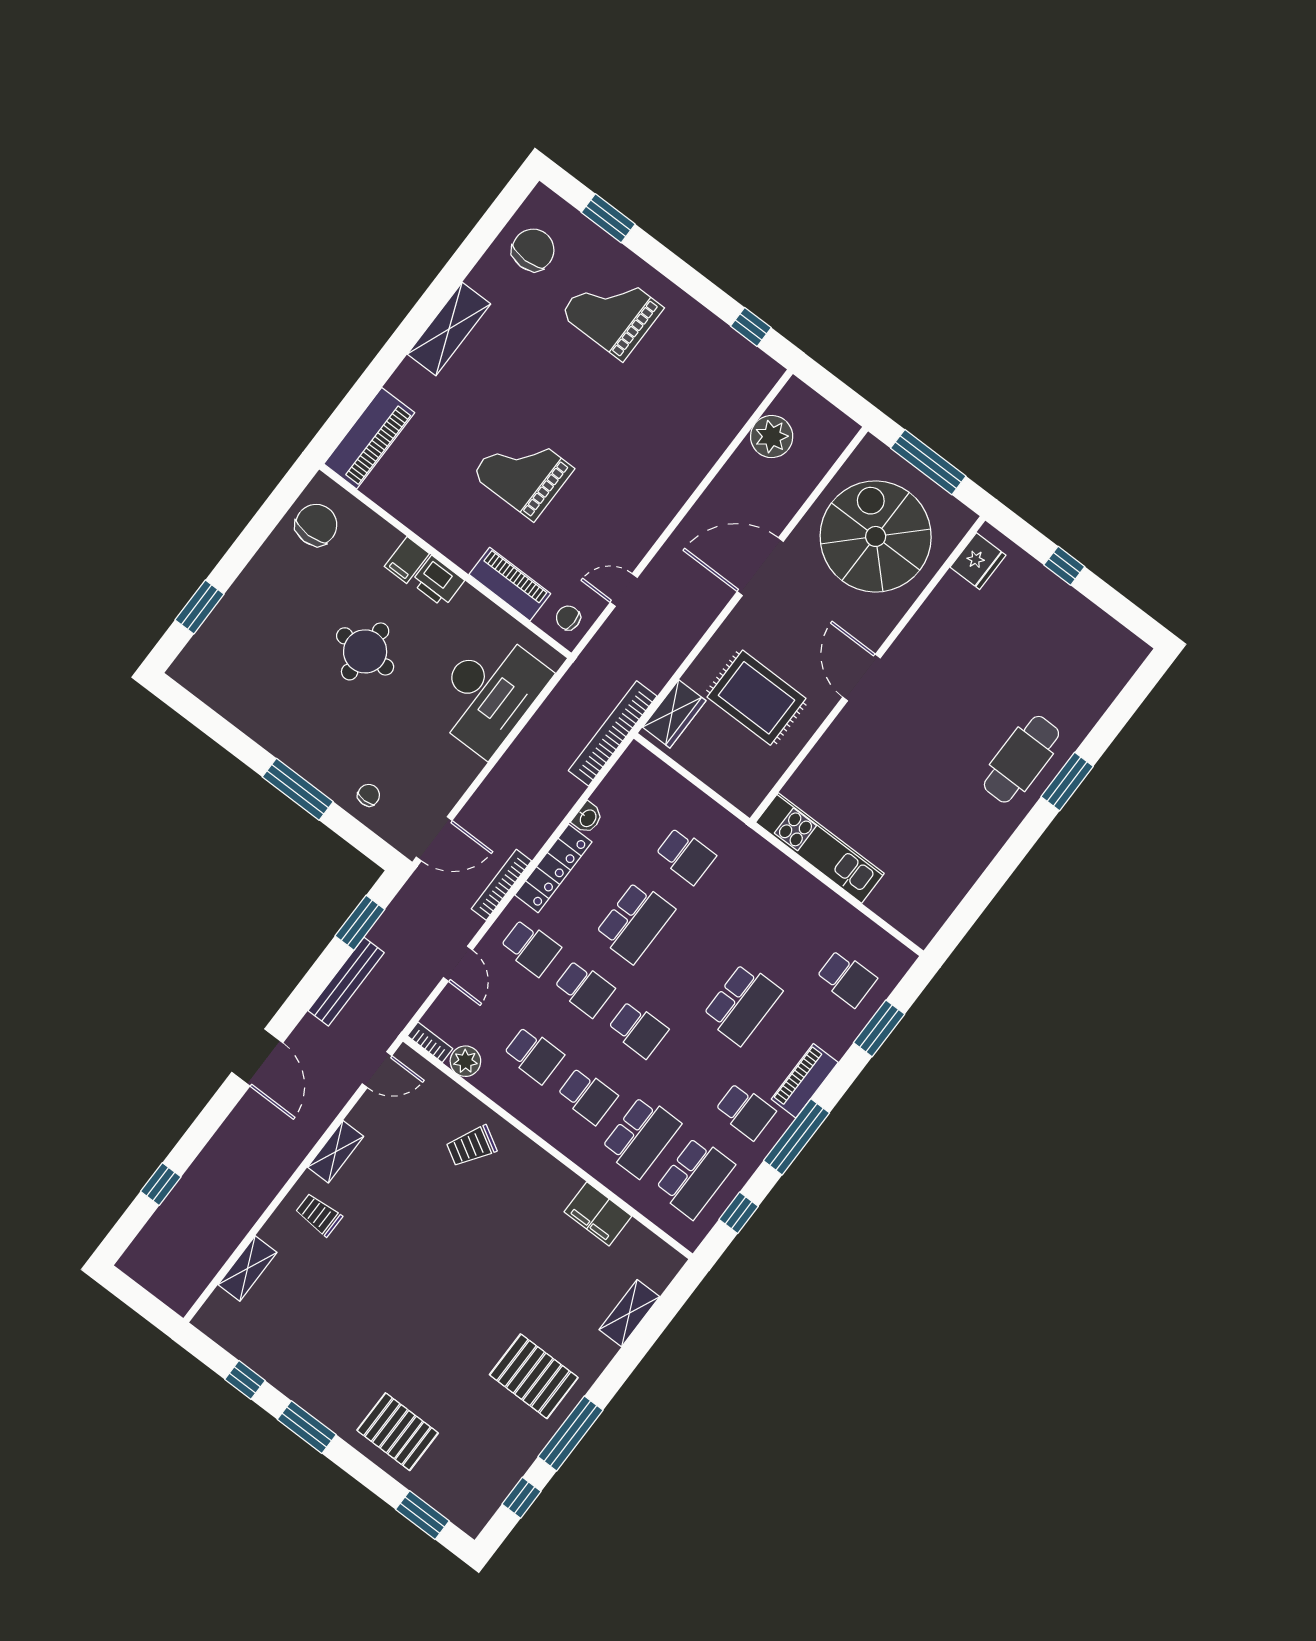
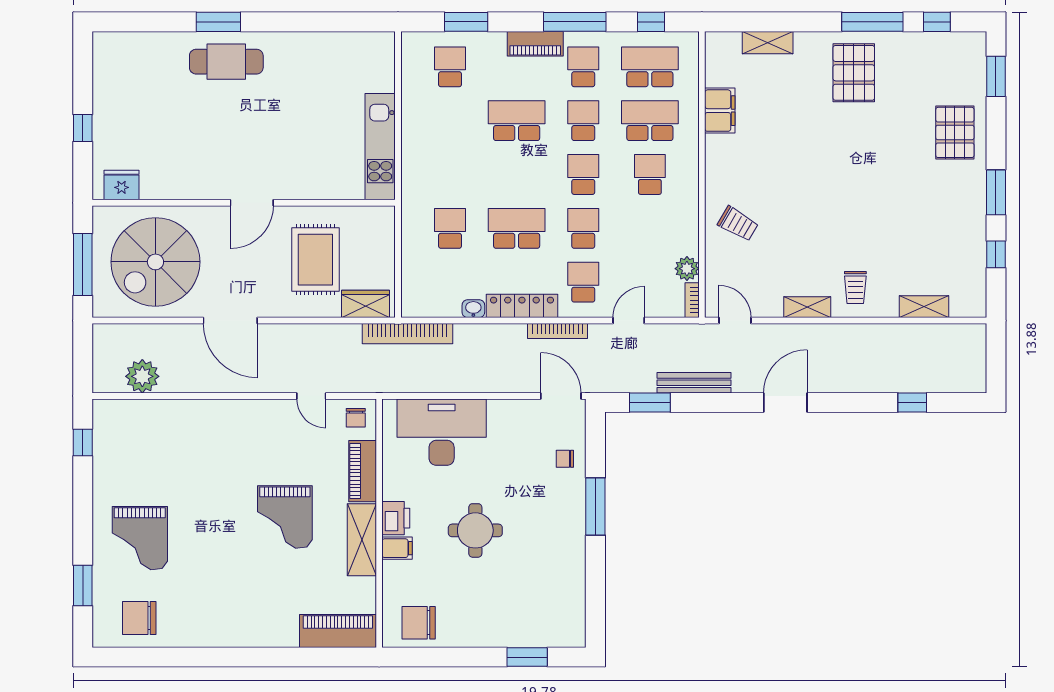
shelving: (449, 329) -> (362, 540), moved, turned 90
school desk: (534, 1055) -> (583, 121), moved

